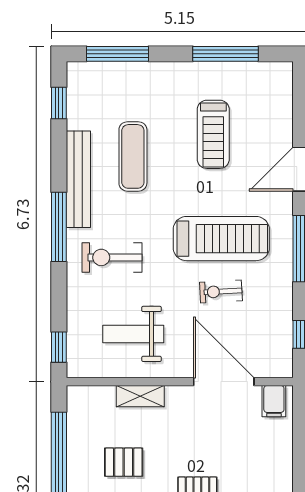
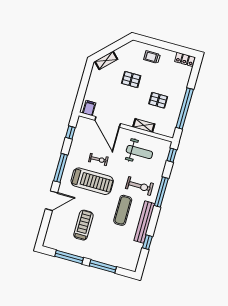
window: (117, 54) -> (103, 266), moved
window: (59, 103) -> (147, 242), moved
exercise mat: (133, 156) -> (123, 210), moved
window: (59, 227) -> (161, 192), moved
treadmill: (221, 239) -> (92, 181), turned 180

